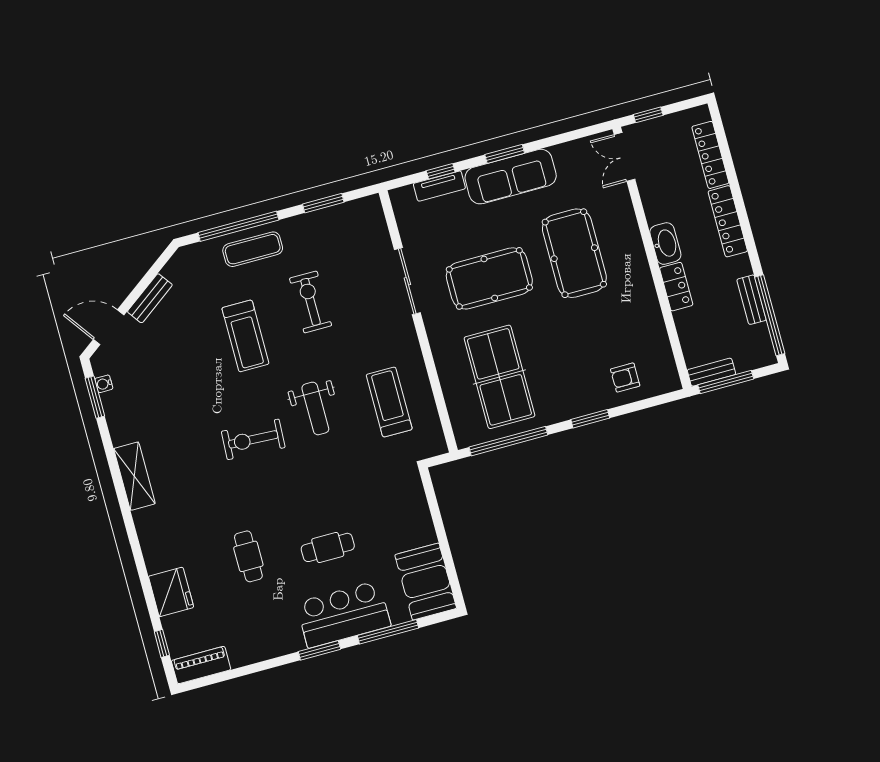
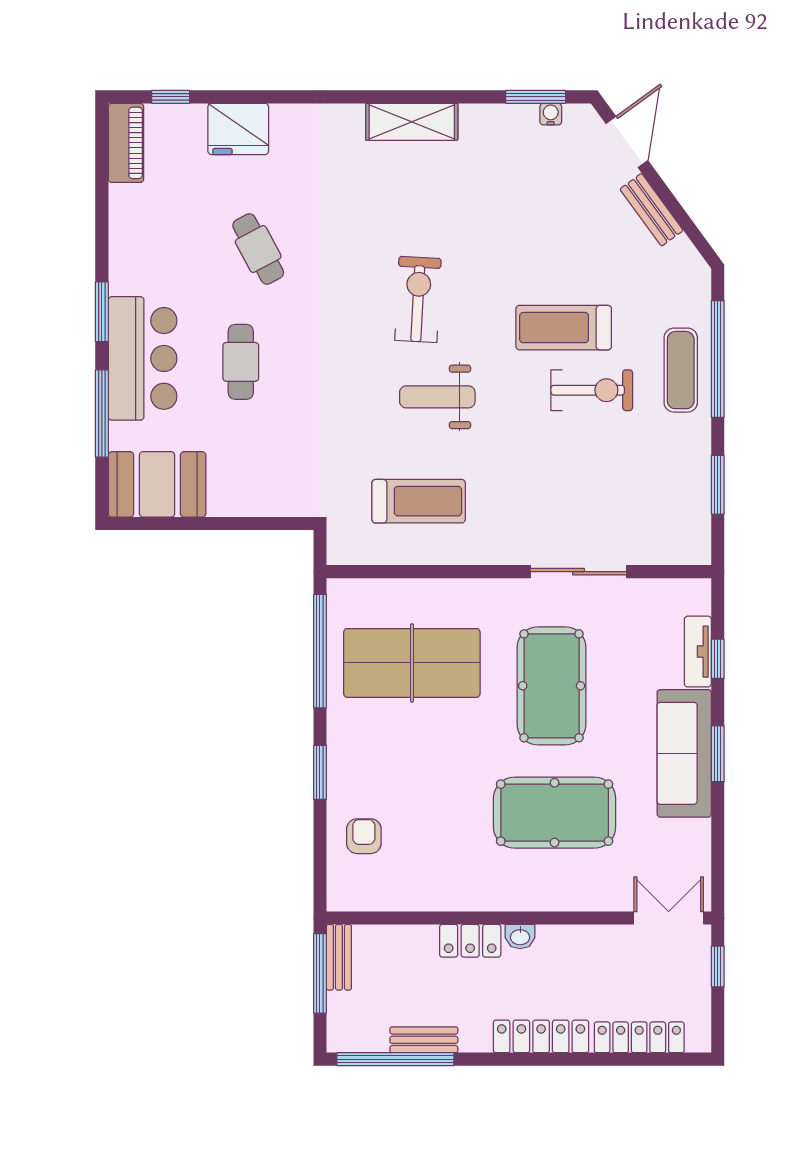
washbasin: (665, 244) -> (520, 937), width x0.52, depth x0.69
exercise bike: (311, 302) -> (592, 390), moved
cafe table: (248, 556) -> (258, 249), turned 62

